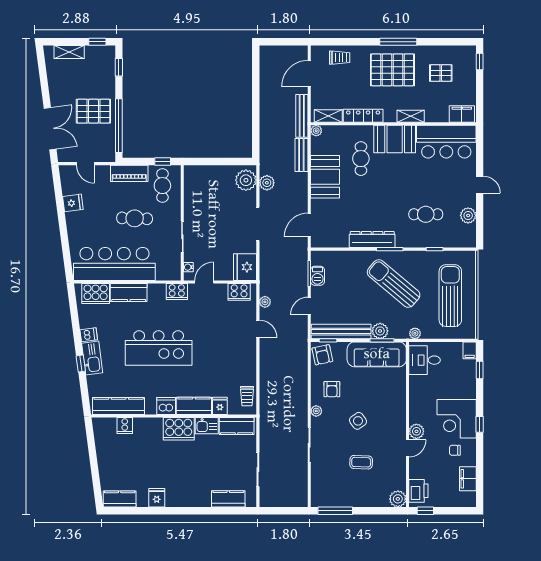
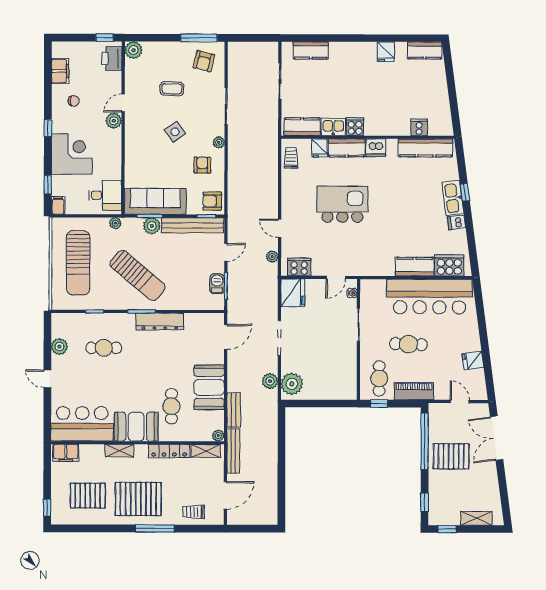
window: (398, 42) -> (155, 528), moved
pallet: (441, 73) -> (88, 496), width x1.50, depth x1.42
cooker: (177, 291) -> (364, 268), removed
kitchen island: (159, 348) -> (342, 204), moved, width x0.73
armchair: (322, 355) -> (212, 201), turned -78
corner desk: (457, 419) -> (72, 154), moved
cooker: (179, 429) -> (355, 127), width x0.53, depth x0.76
armchair: (331, 488) -> (204, 61), added

